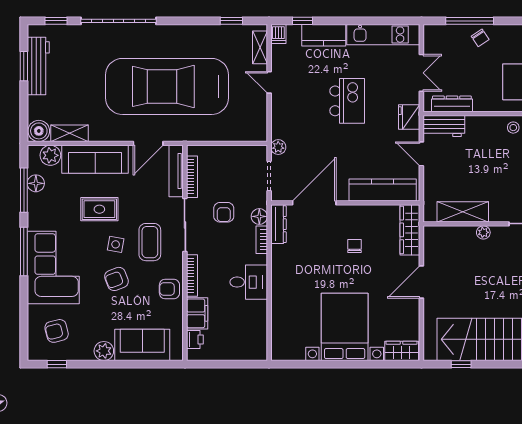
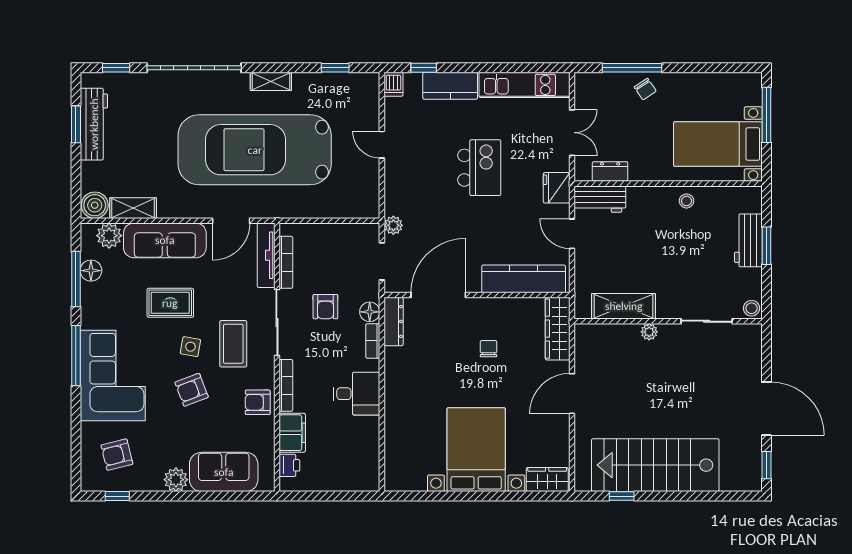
shelving: (260, 47) -> (271, 81), moved, turned 90
dresser: (452, 104) -> (610, 171), width x0.70

